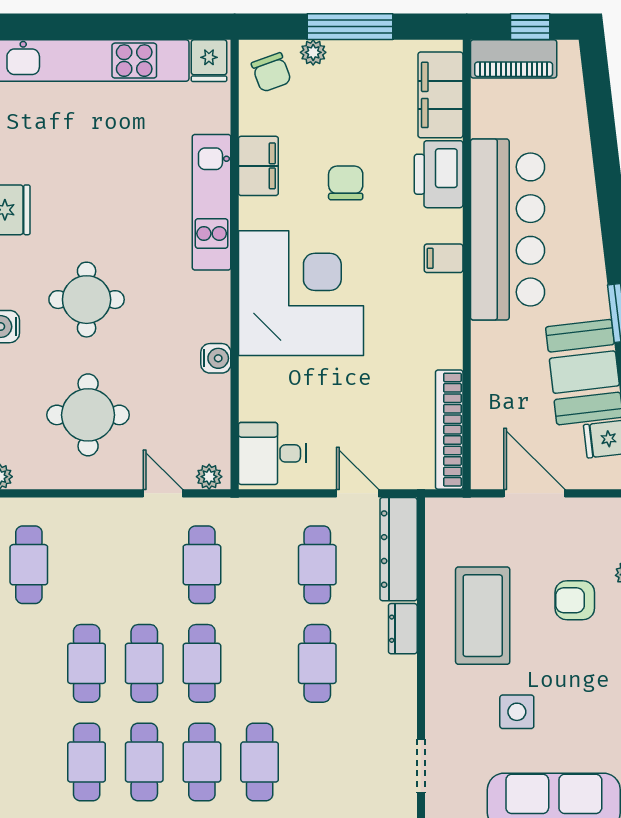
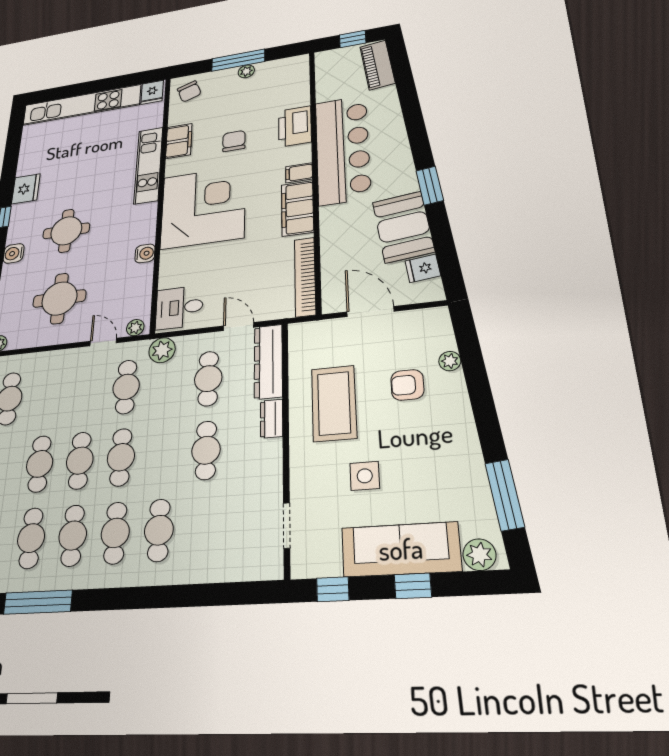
plant: (313, 52) -> (246, 71), moved
piano: (514, 59) -> (377, 65), moved, turned 83
filing cabinet: (440, 95) -> (297, 208), moved
plant: (250, 516) -> (162, 350), added

